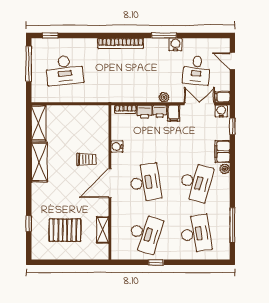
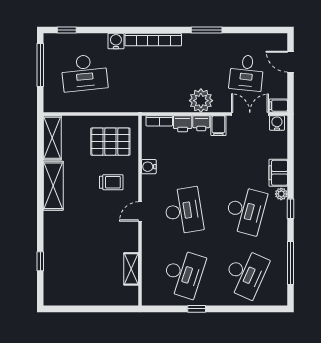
water cooler: (175, 44) -> (116, 41), moved
plant: (164, 97) -> (201, 101), width x1.87, depth x1.87
window: (232, 126) -> (291, 209), moved
door: (110, 183) -> (140, 212), width x0.53
pallet: (65, 230) -> (110, 142), moved
desk: (196, 234) -> (246, 274), turned 33

